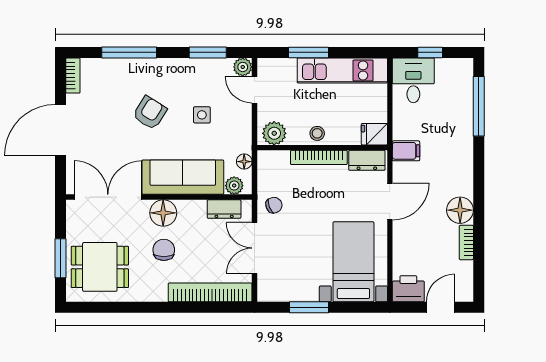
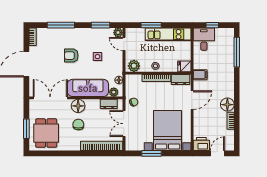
armchair: (150, 113) -> (71, 56), turned -122
bed with nightstands: (353, 262) -> (168, 130), width x1.36
dining table: (100, 267) -> (46, 133), turned 90

